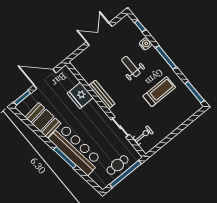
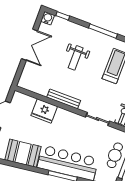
double door: (99, 34) -> (29, 45), swing flipped
water cooler: (145, 44) -> (48, 18), moved
weight bench: (131, 67) -> (76, 58), turned -90

